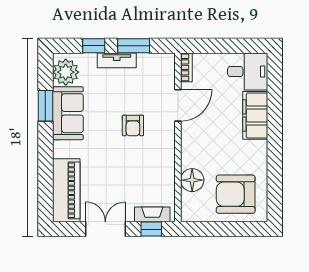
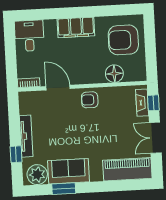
window: (134, 46) -> (14, 124), removed
tv unit: (117, 60) -> (26, 136), width x1.41
filing cabinet: (255, 115) -> (76, 27), moved
armchair: (133, 125) -> (90, 100), moved, turned 180
armchair: (236, 194) -> (123, 40), turned 90

